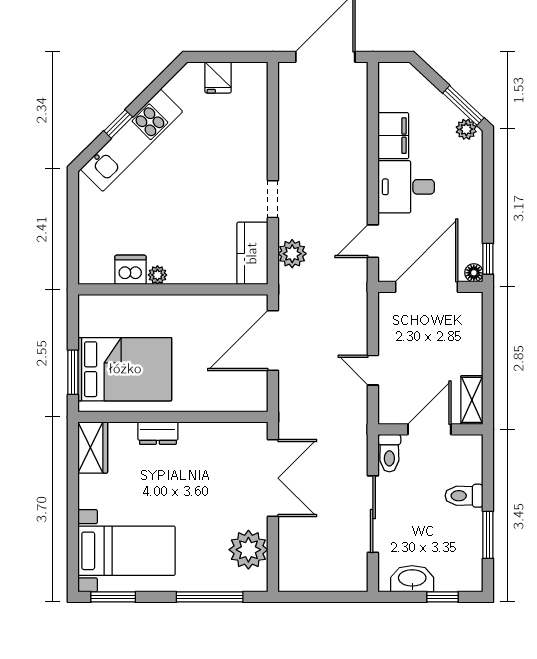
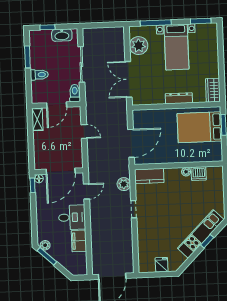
kitchen counter: (252, 253) -> (149, 176), moved, turned 90
dresser: (158, 433) -> (179, 98), width x1.44
bed with nightstands: (127, 551) -> (176, 47), moved, turned -90

